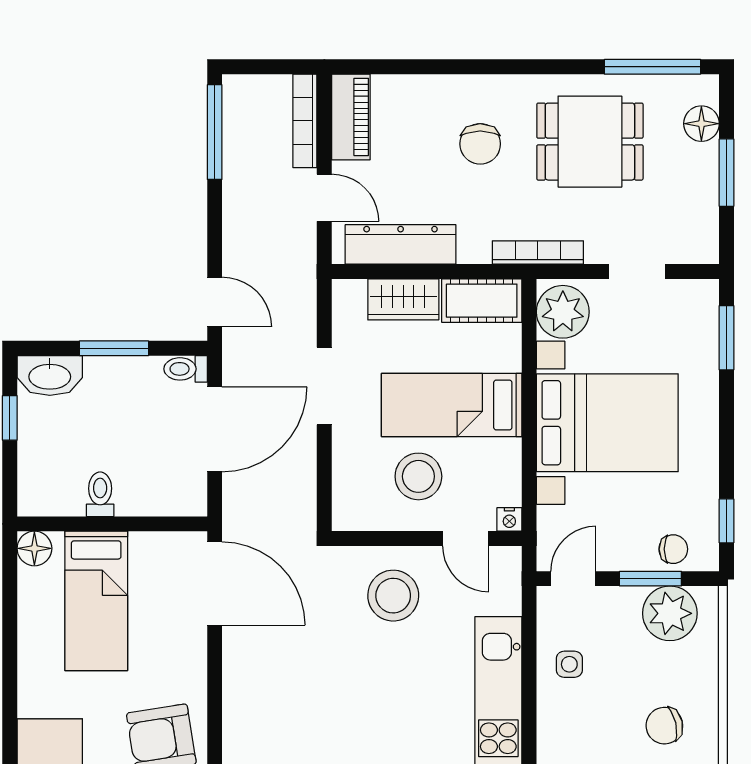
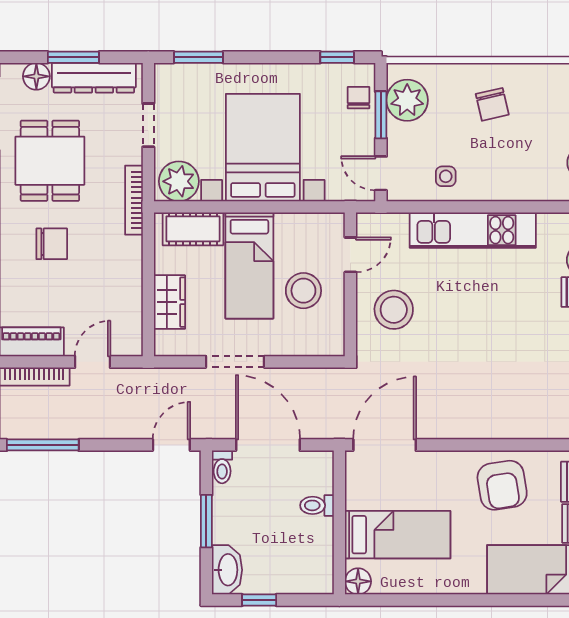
dresser: (401, 244) -> (94, 78), moved, turned -90
cot: (482, 301) -> (193, 229), moved, turned 90
toilet: (100, 494) -> (317, 505), moved
nightstand: (509, 519) -> (336, 222), removed

